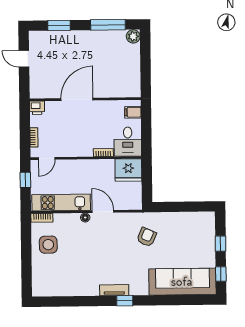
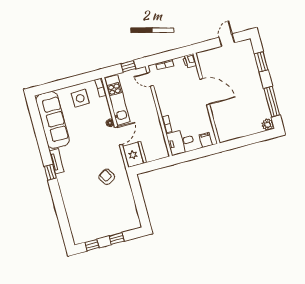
fridge: (128, 170) -> (134, 154), moved, turned 180
armchair: (147, 237) -> (107, 177), turned -145
sofa: (182, 282) -> (52, 120), moved

